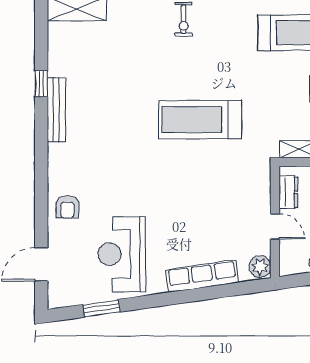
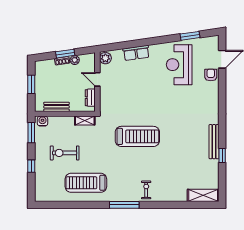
armchair: (67, 207) -> (211, 75), moved
reception desk: (122, 254) -> (179, 65), turned 180
row of seats: (202, 276) -> (136, 53), width x0.68

